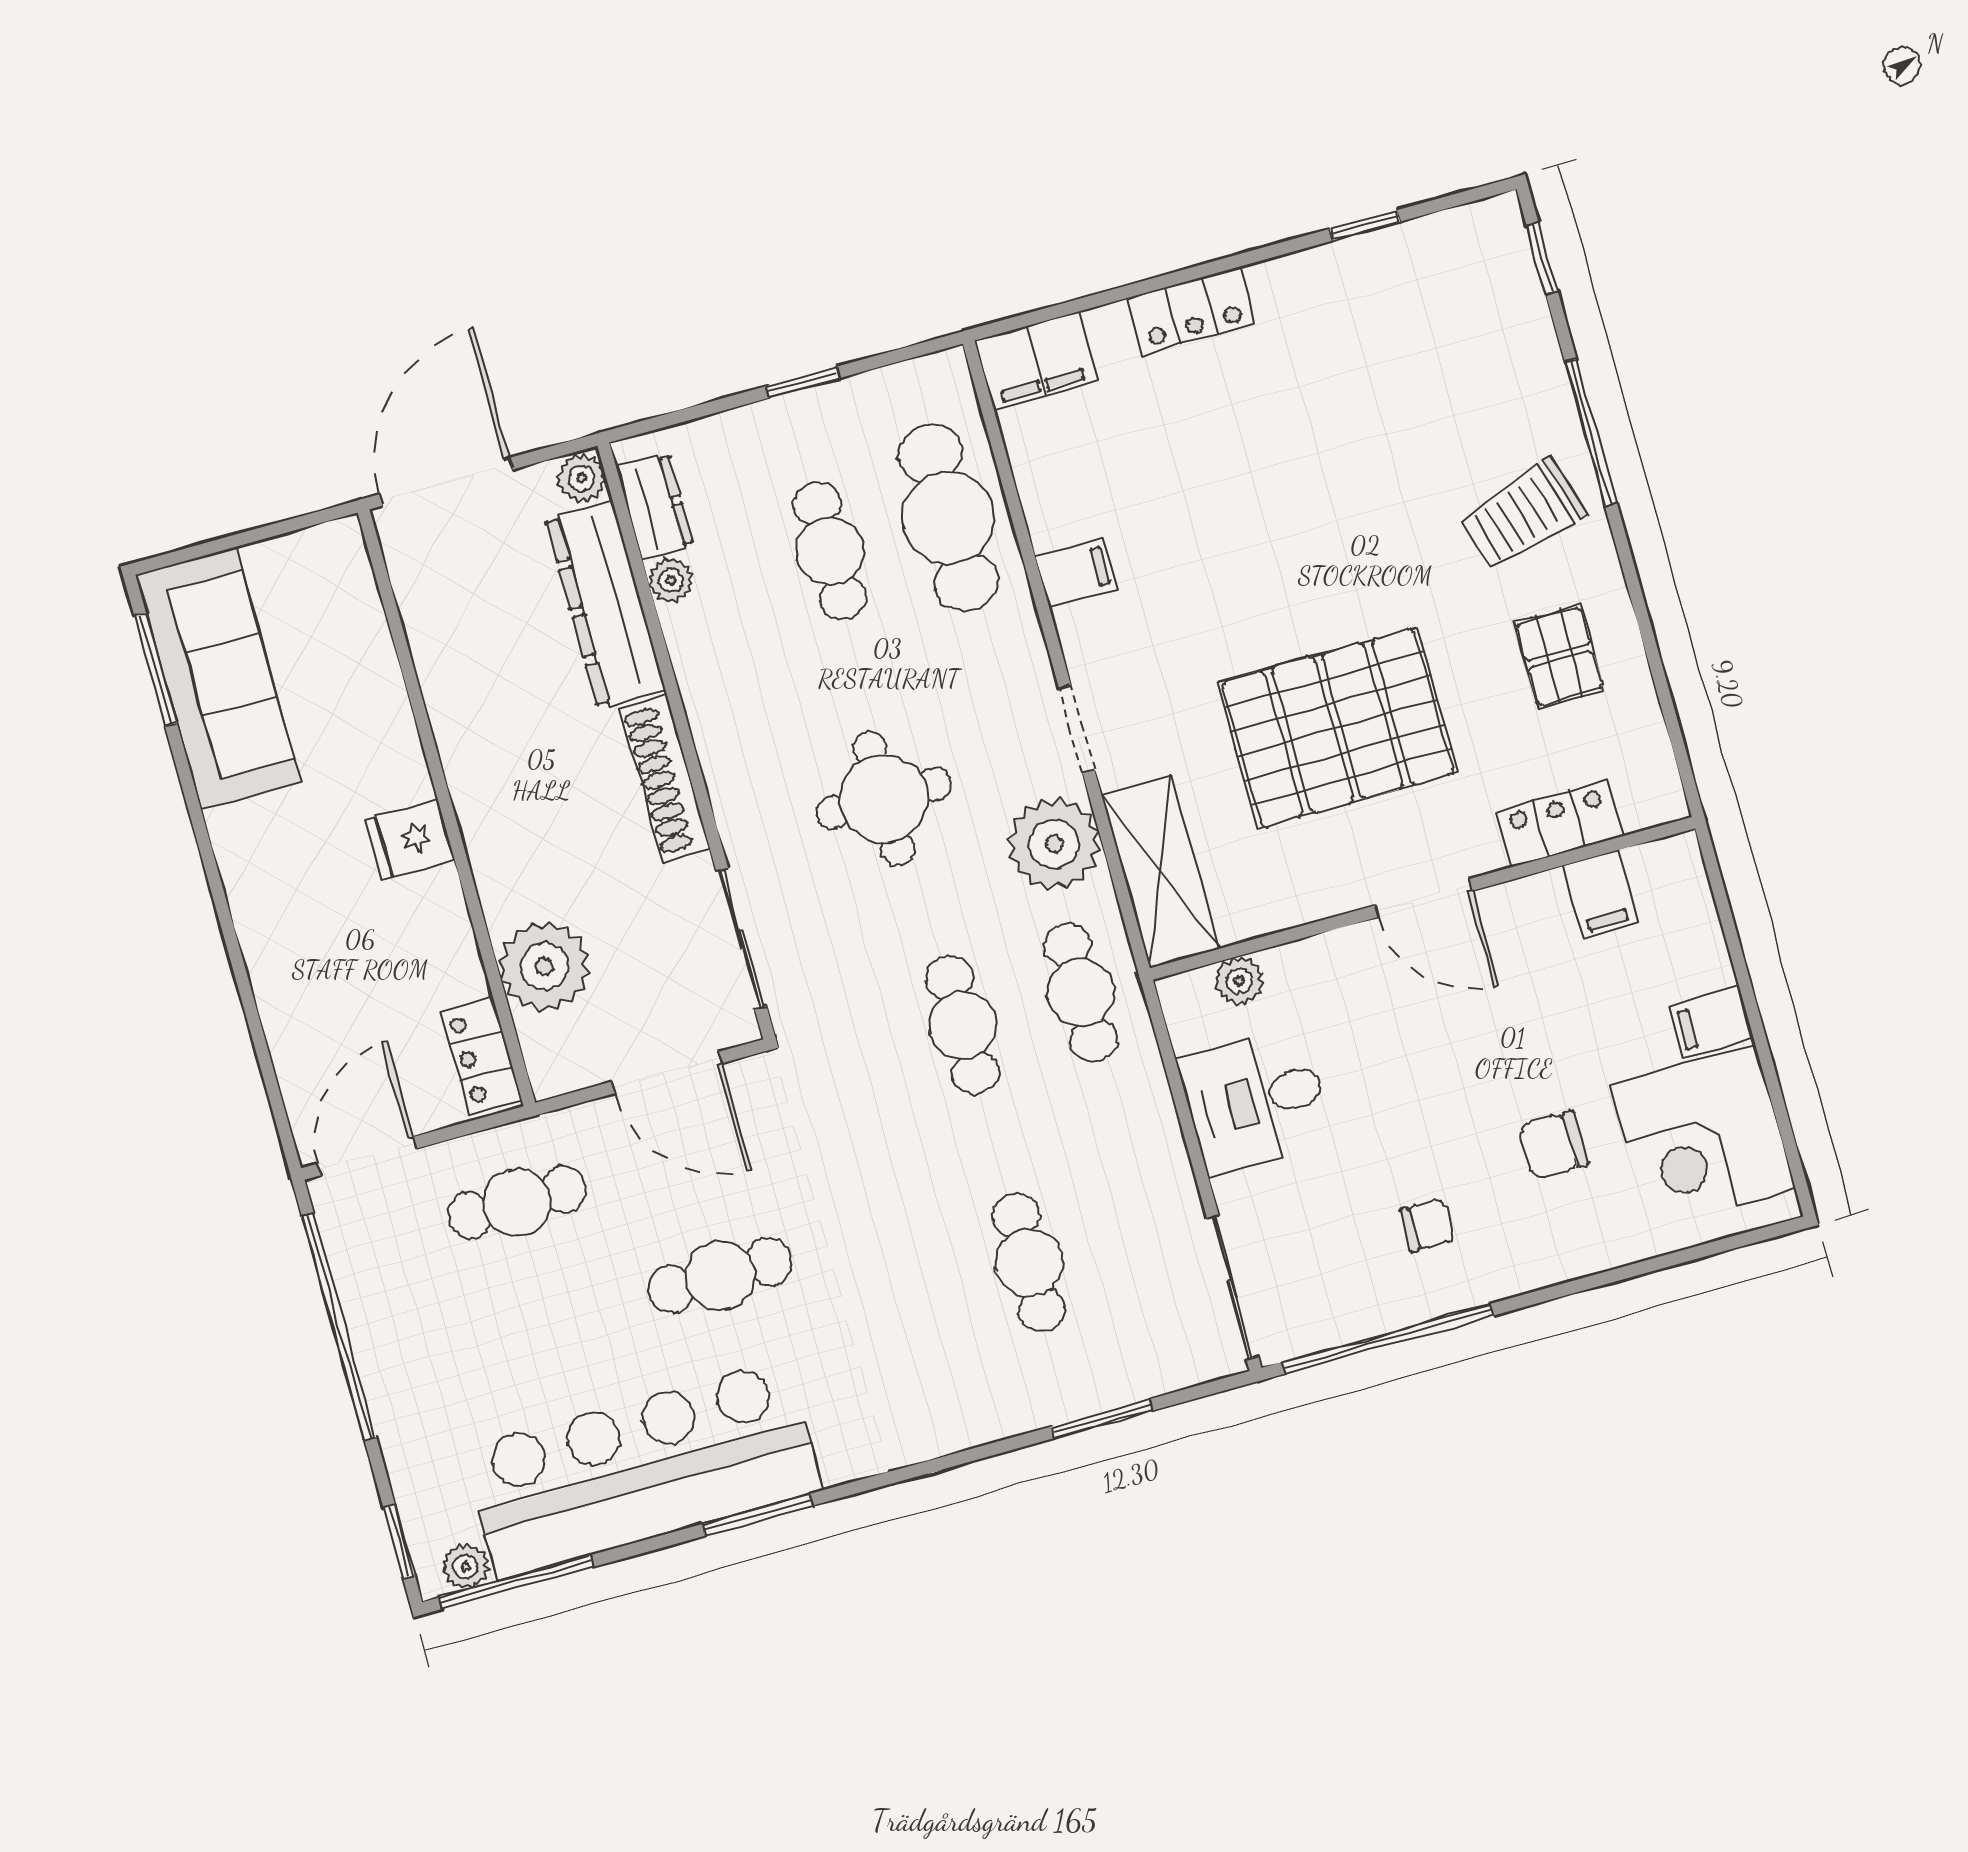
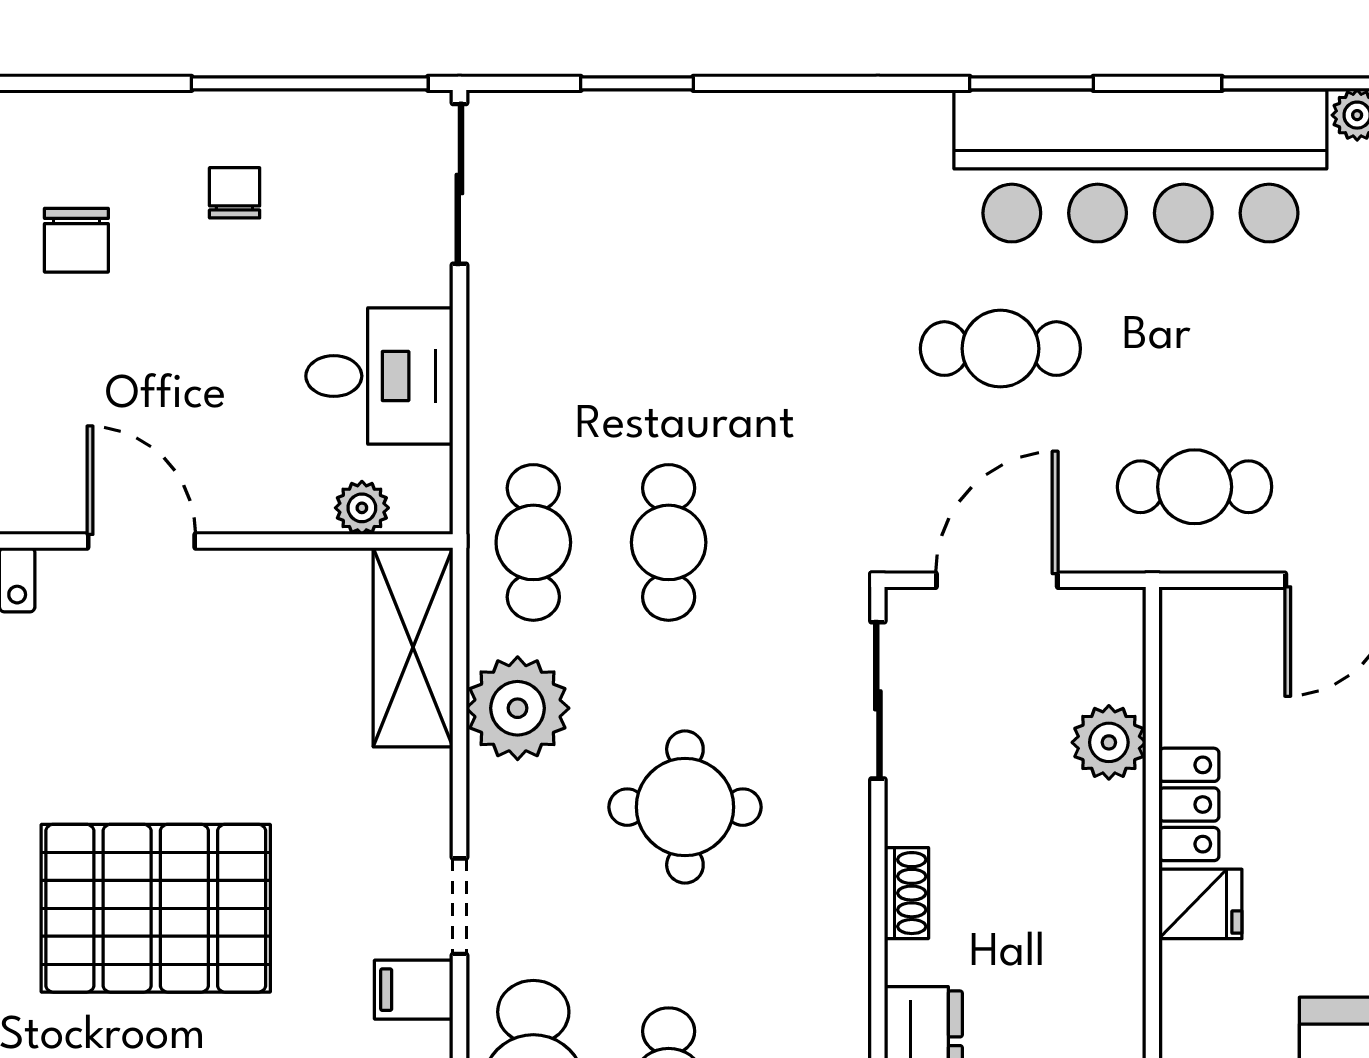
pallet: (1338, 728) -> (156, 908), moved
doorway: (1077, 729) -> (459, 906), moved
shoe rack: (665, 778) -> (906, 893), width x0.51, depth x0.81
plant: (544, 967) -> (1109, 742), width x0.73, depth x0.73
locker: (481, 1056) -> (1189, 804), moved
door: (667, 1072) -> (997, 580), hinge flipped
chair: (1554, 1145) -> (76, 240), turned 90
chair: (1427, 1225) -> (235, 193), turned 90
cafe table: (1029, 1263) -> (669, 271), removed

